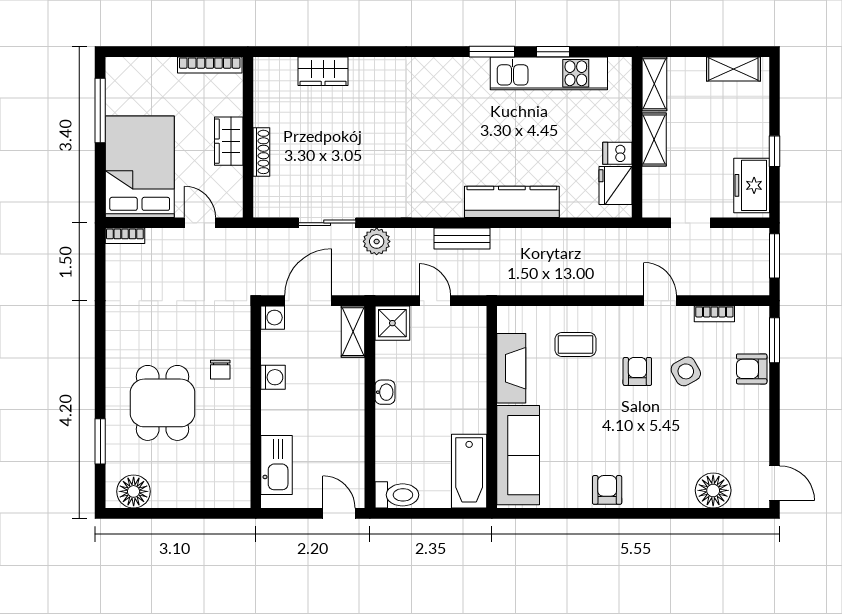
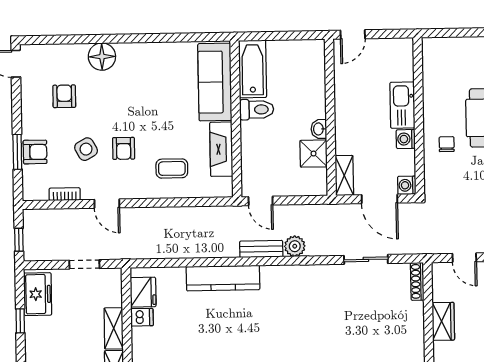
shoe rack: (261, 152) -> (417, 281), moved
plant: (377, 241) -> (295, 246), moved
window: (775, 256) -> (19, 240), width x0.67
door: (308, 301) -> (380, 199), hinge flipped
door: (435, 301) -> (261, 201), moved
shower: (392, 323) -> (313, 154), moved
window: (775, 340) -> (17, 152), moved
kitchen sink: (277, 465) -> (402, 105), moved
armchair: (607, 490) -> (64, 96), moved, turned 180
floor lamp: (713, 490) -> (102, 57), moved
toilet: (397, 495) -> (257, 110), moved, turned 180
door: (339, 513) -> (353, 34), hinge flipped

